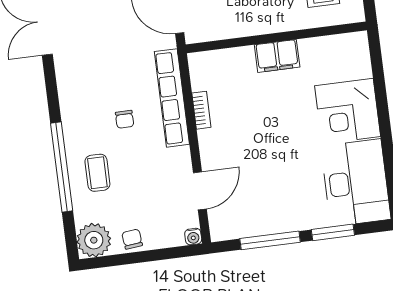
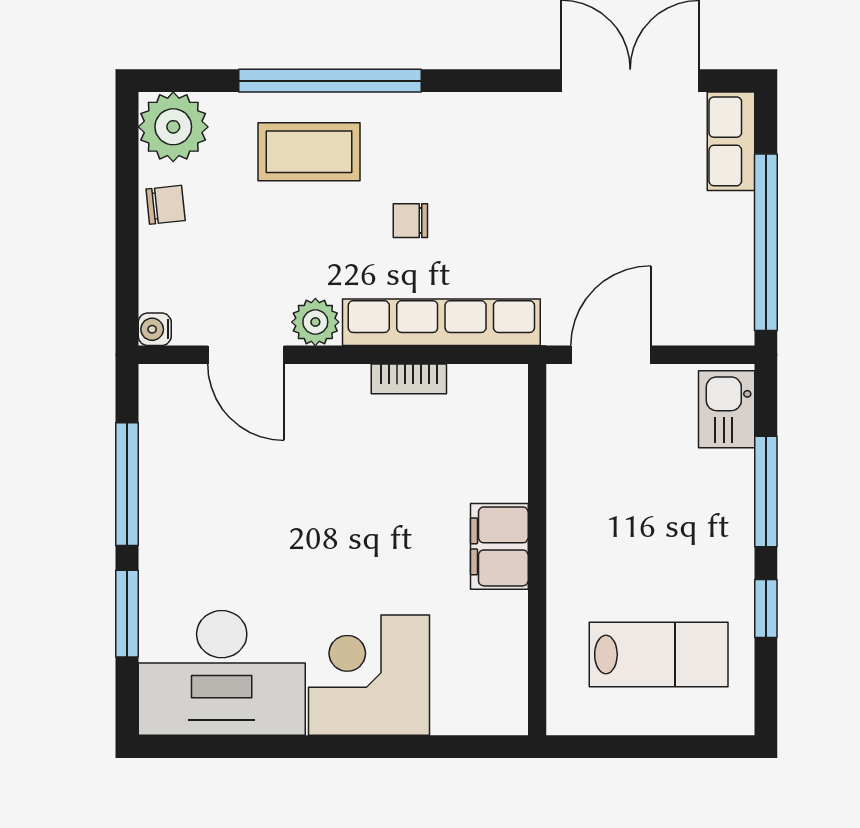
plant: (180, 159) -> (315, 322), added
coffee table: (97, 173) -> (309, 152), width x1.36, depth x1.30

